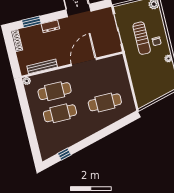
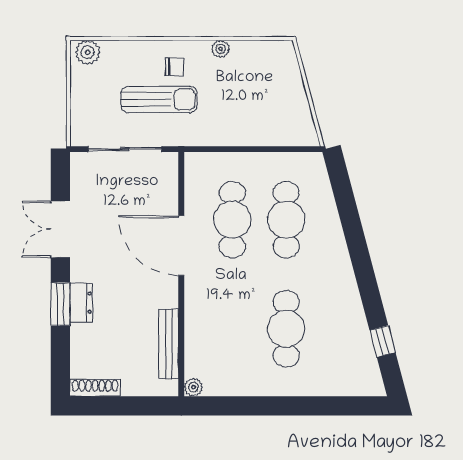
window: (31, 22) -> (60, 304), moved
cafe table: (55, 91) -> (232, 220), moved

